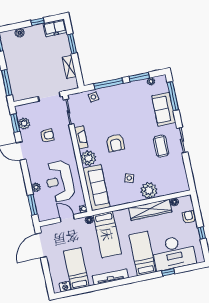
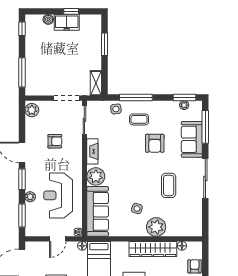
freezer: (55, 28) -> (67, 22), moved
shelving: (69, 67) -> (96, 83), moved
window: (139, 77) -> (185, 98), moved
coffee table: (115, 102) -> (139, 119), added
window: (15, 123) -> (22, 179), moved
plant: (24, 124) -> (32, 110), moved
sliding door: (182, 140) -> (205, 178), width x1.37
armchair: (115, 143) -> (155, 143), moved
coffee table: (161, 146) -> (169, 185), moved
door: (67, 218) -> (58, 239), swing flipped

